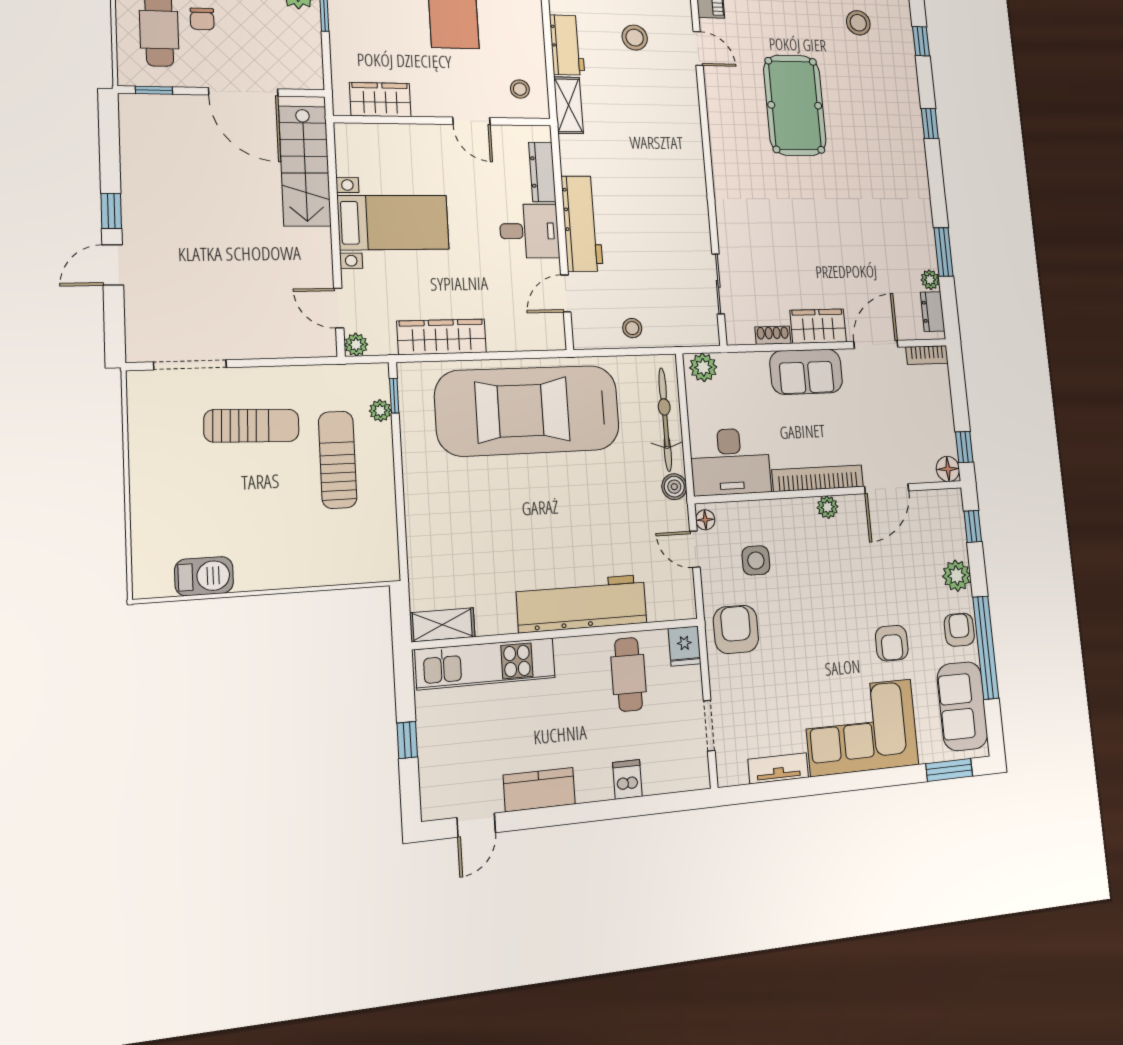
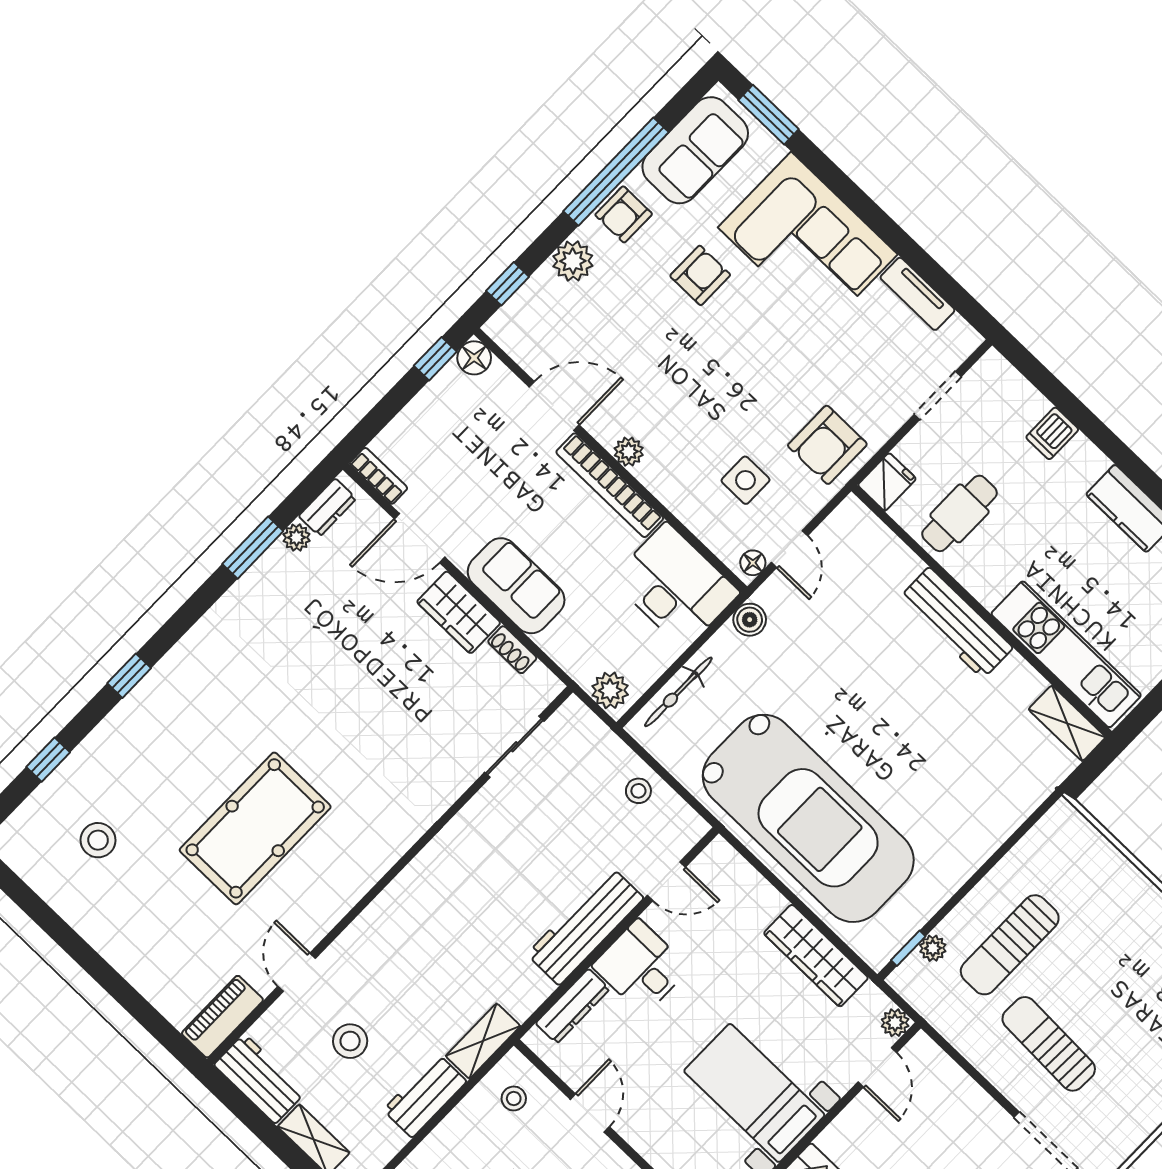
bicycle: (665, 419) -> (678, 692), width x0.73, depth x0.71
workbench: (582, 604) -> (956, 623), width x0.73, depth x0.76

